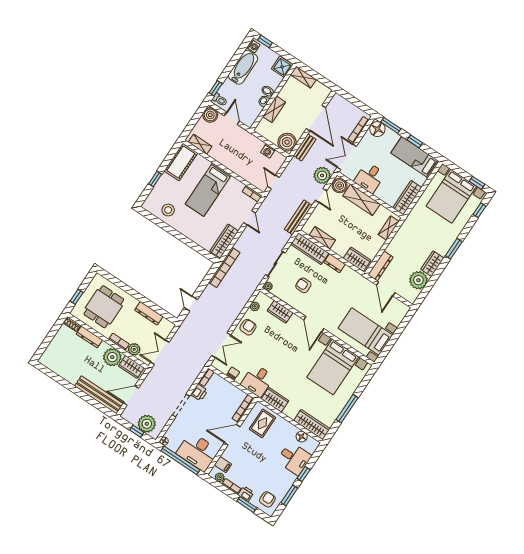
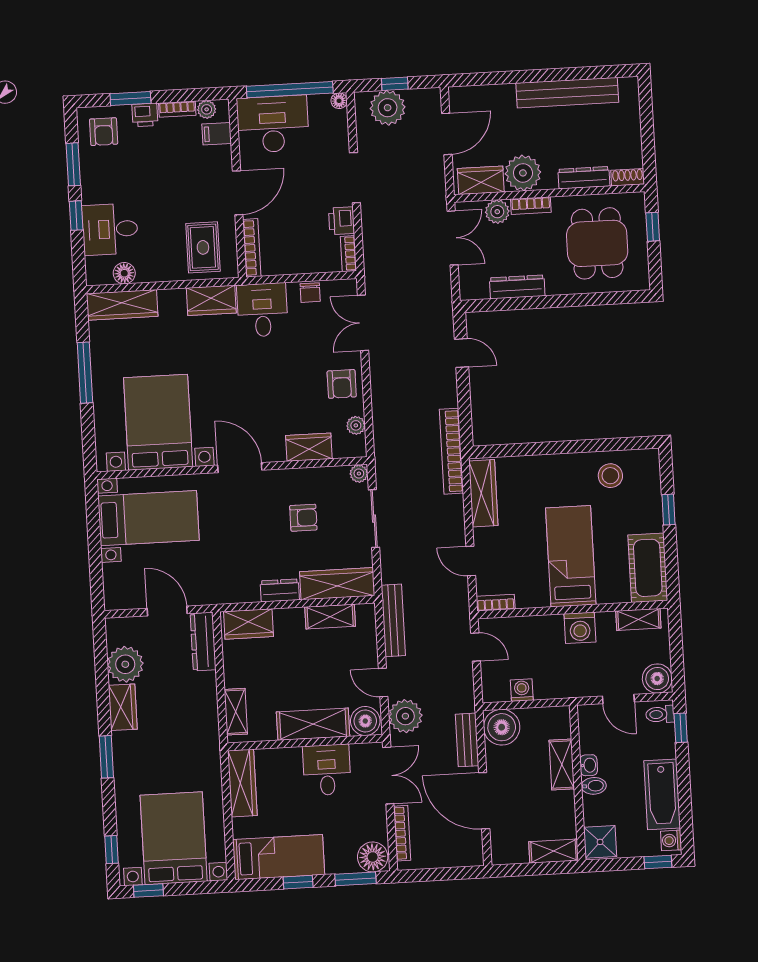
washing machine: (226, 158) -> (580, 628), added
bench: (99, 395) -> (567, 93), moved

